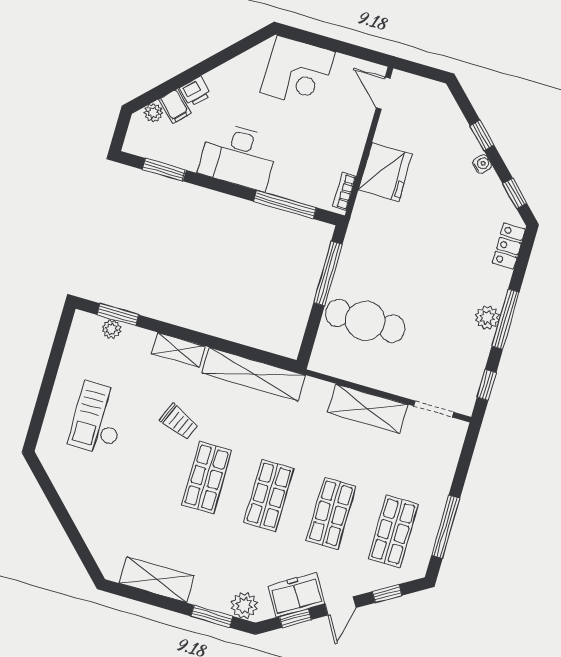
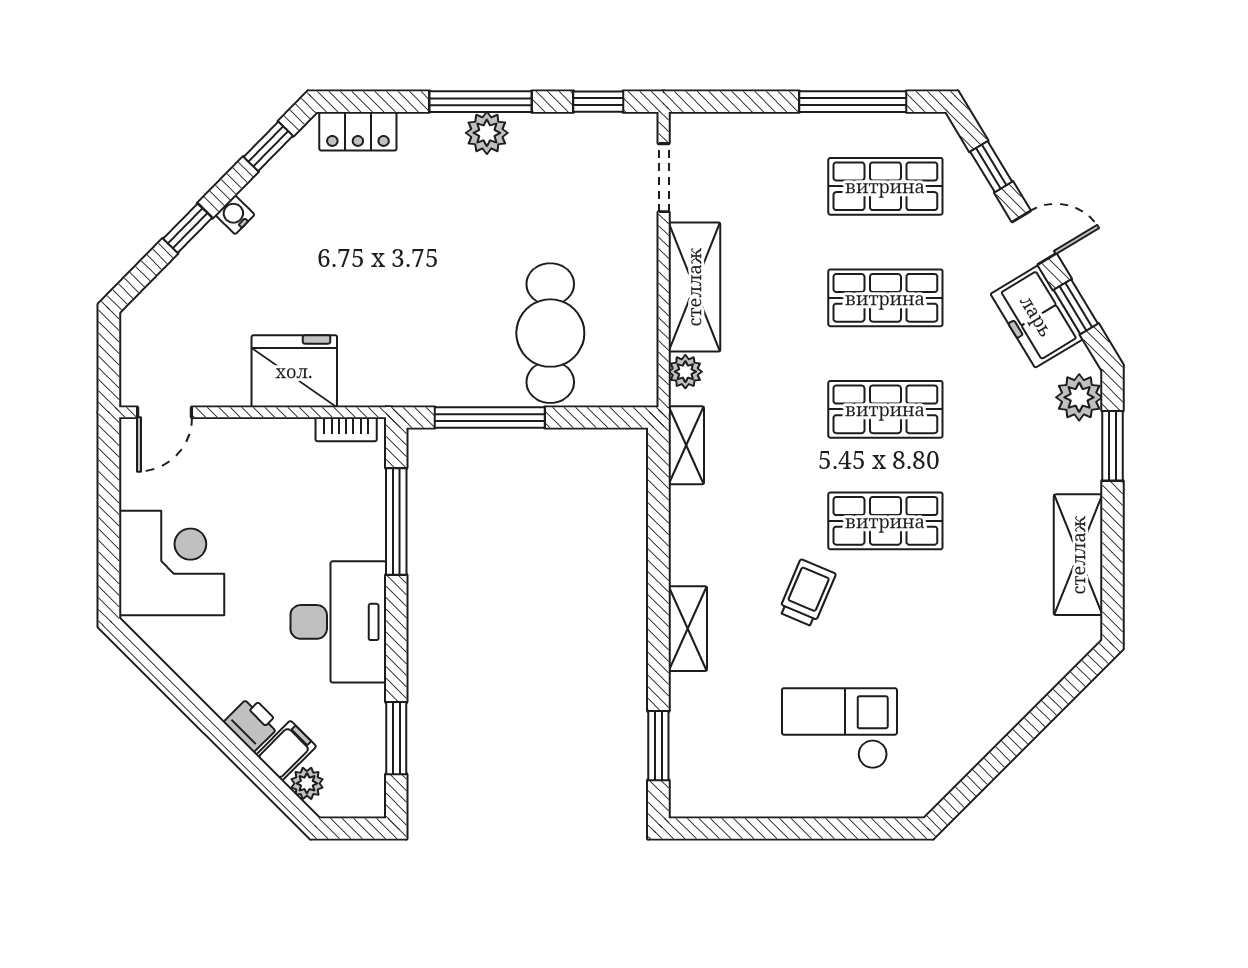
plant: (112, 329) -> (685, 372), moved
shelving: (254, 374) -> (686, 445), width x0.45, depth x0.75
checkout: (98, 418) -> (839, 728), turned 180

